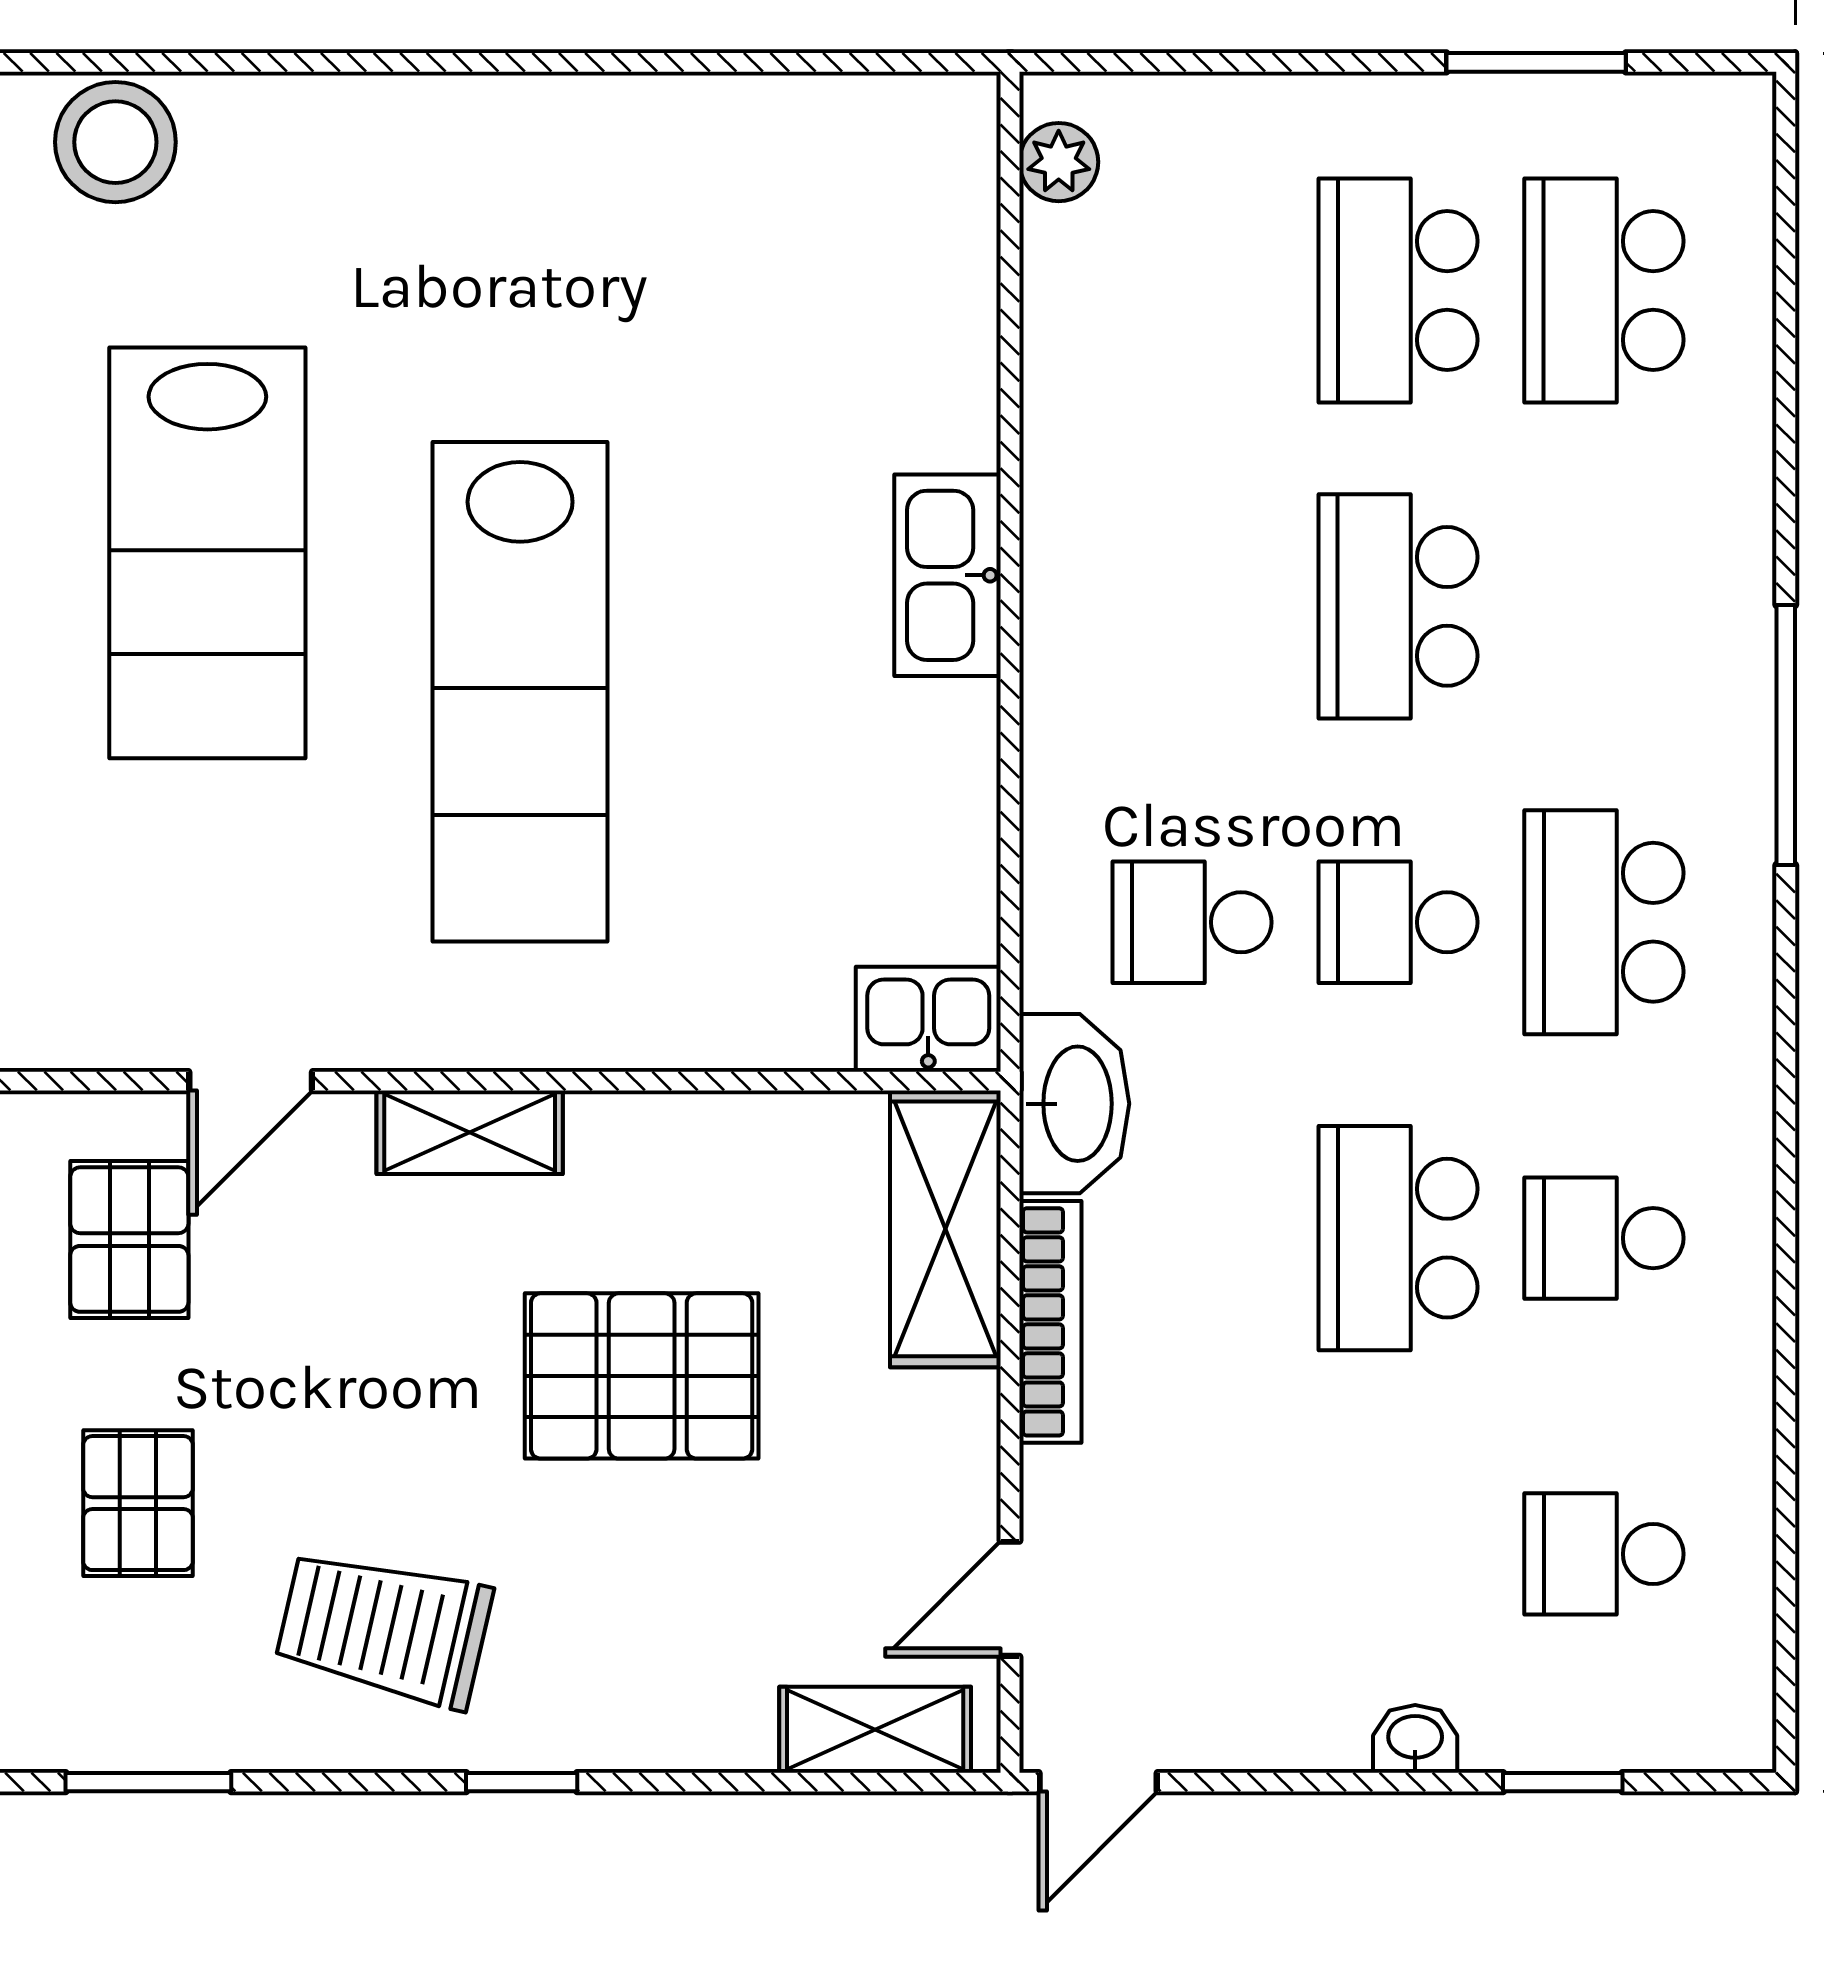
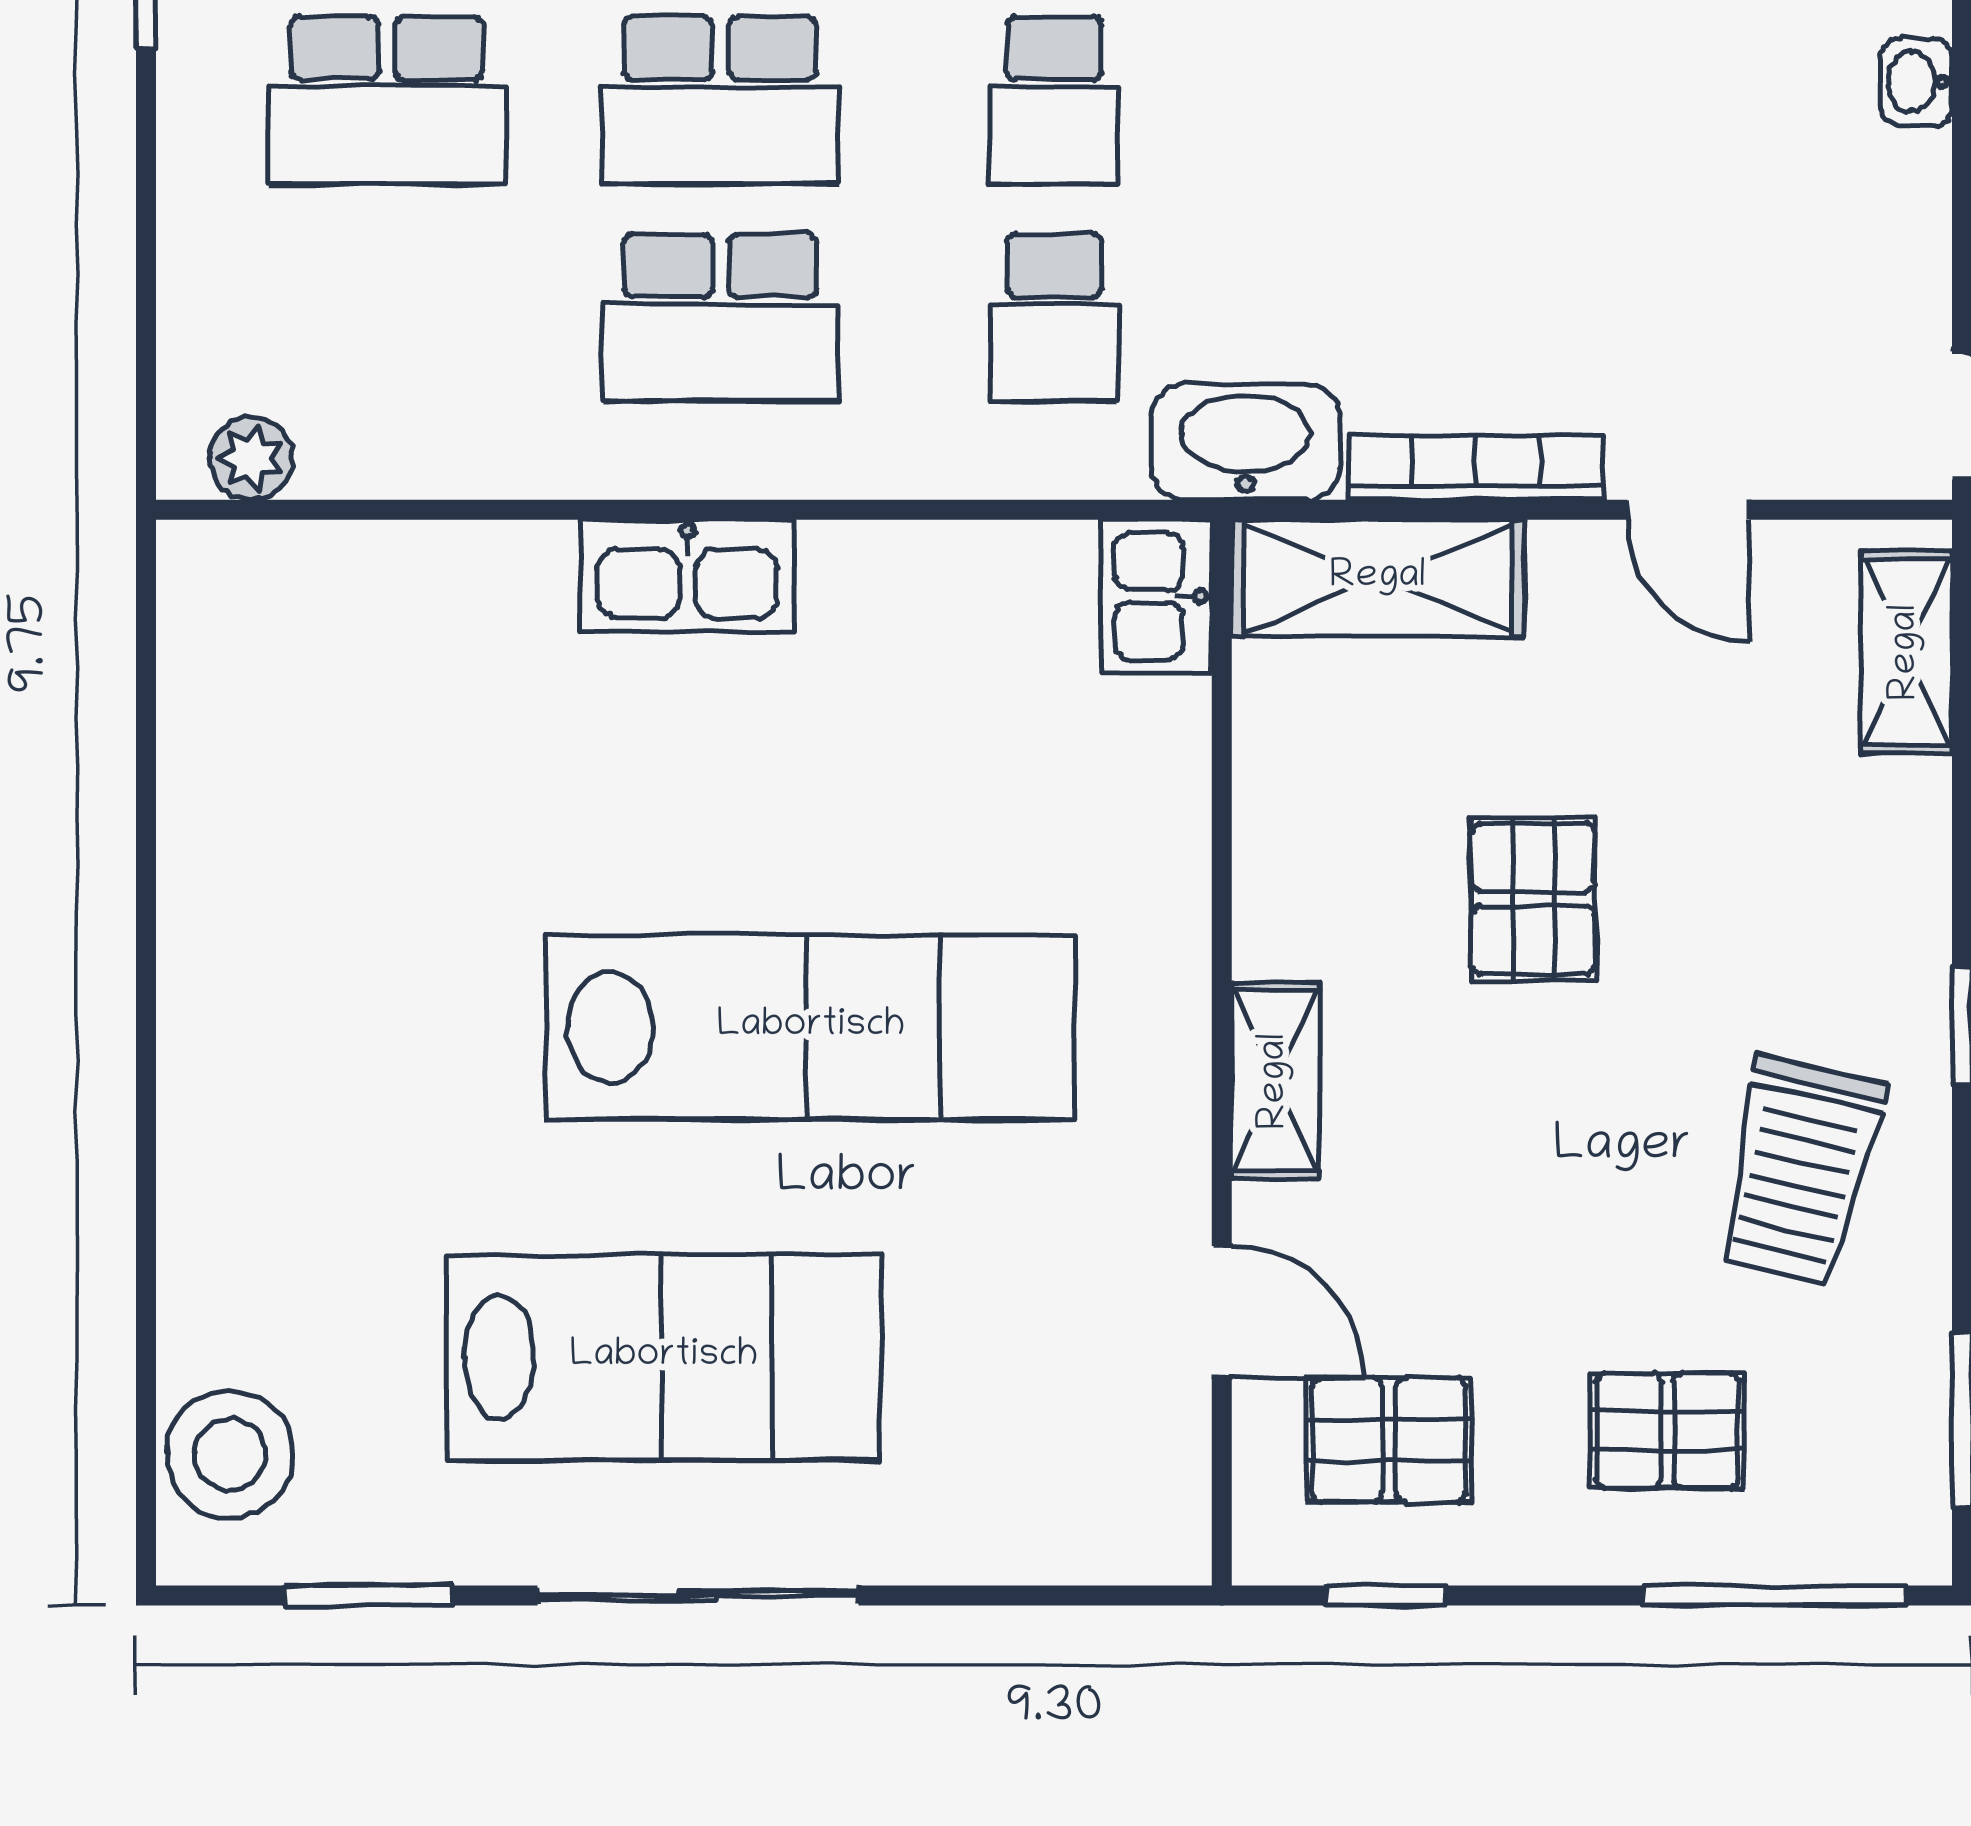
school desk: (1398, 1238) -> (720, 318), moved
pallet: (642, 1376) -> (1533, 899), width x0.67, depth x0.71
door: (1010, 1599) -> (1688, 510), moved

